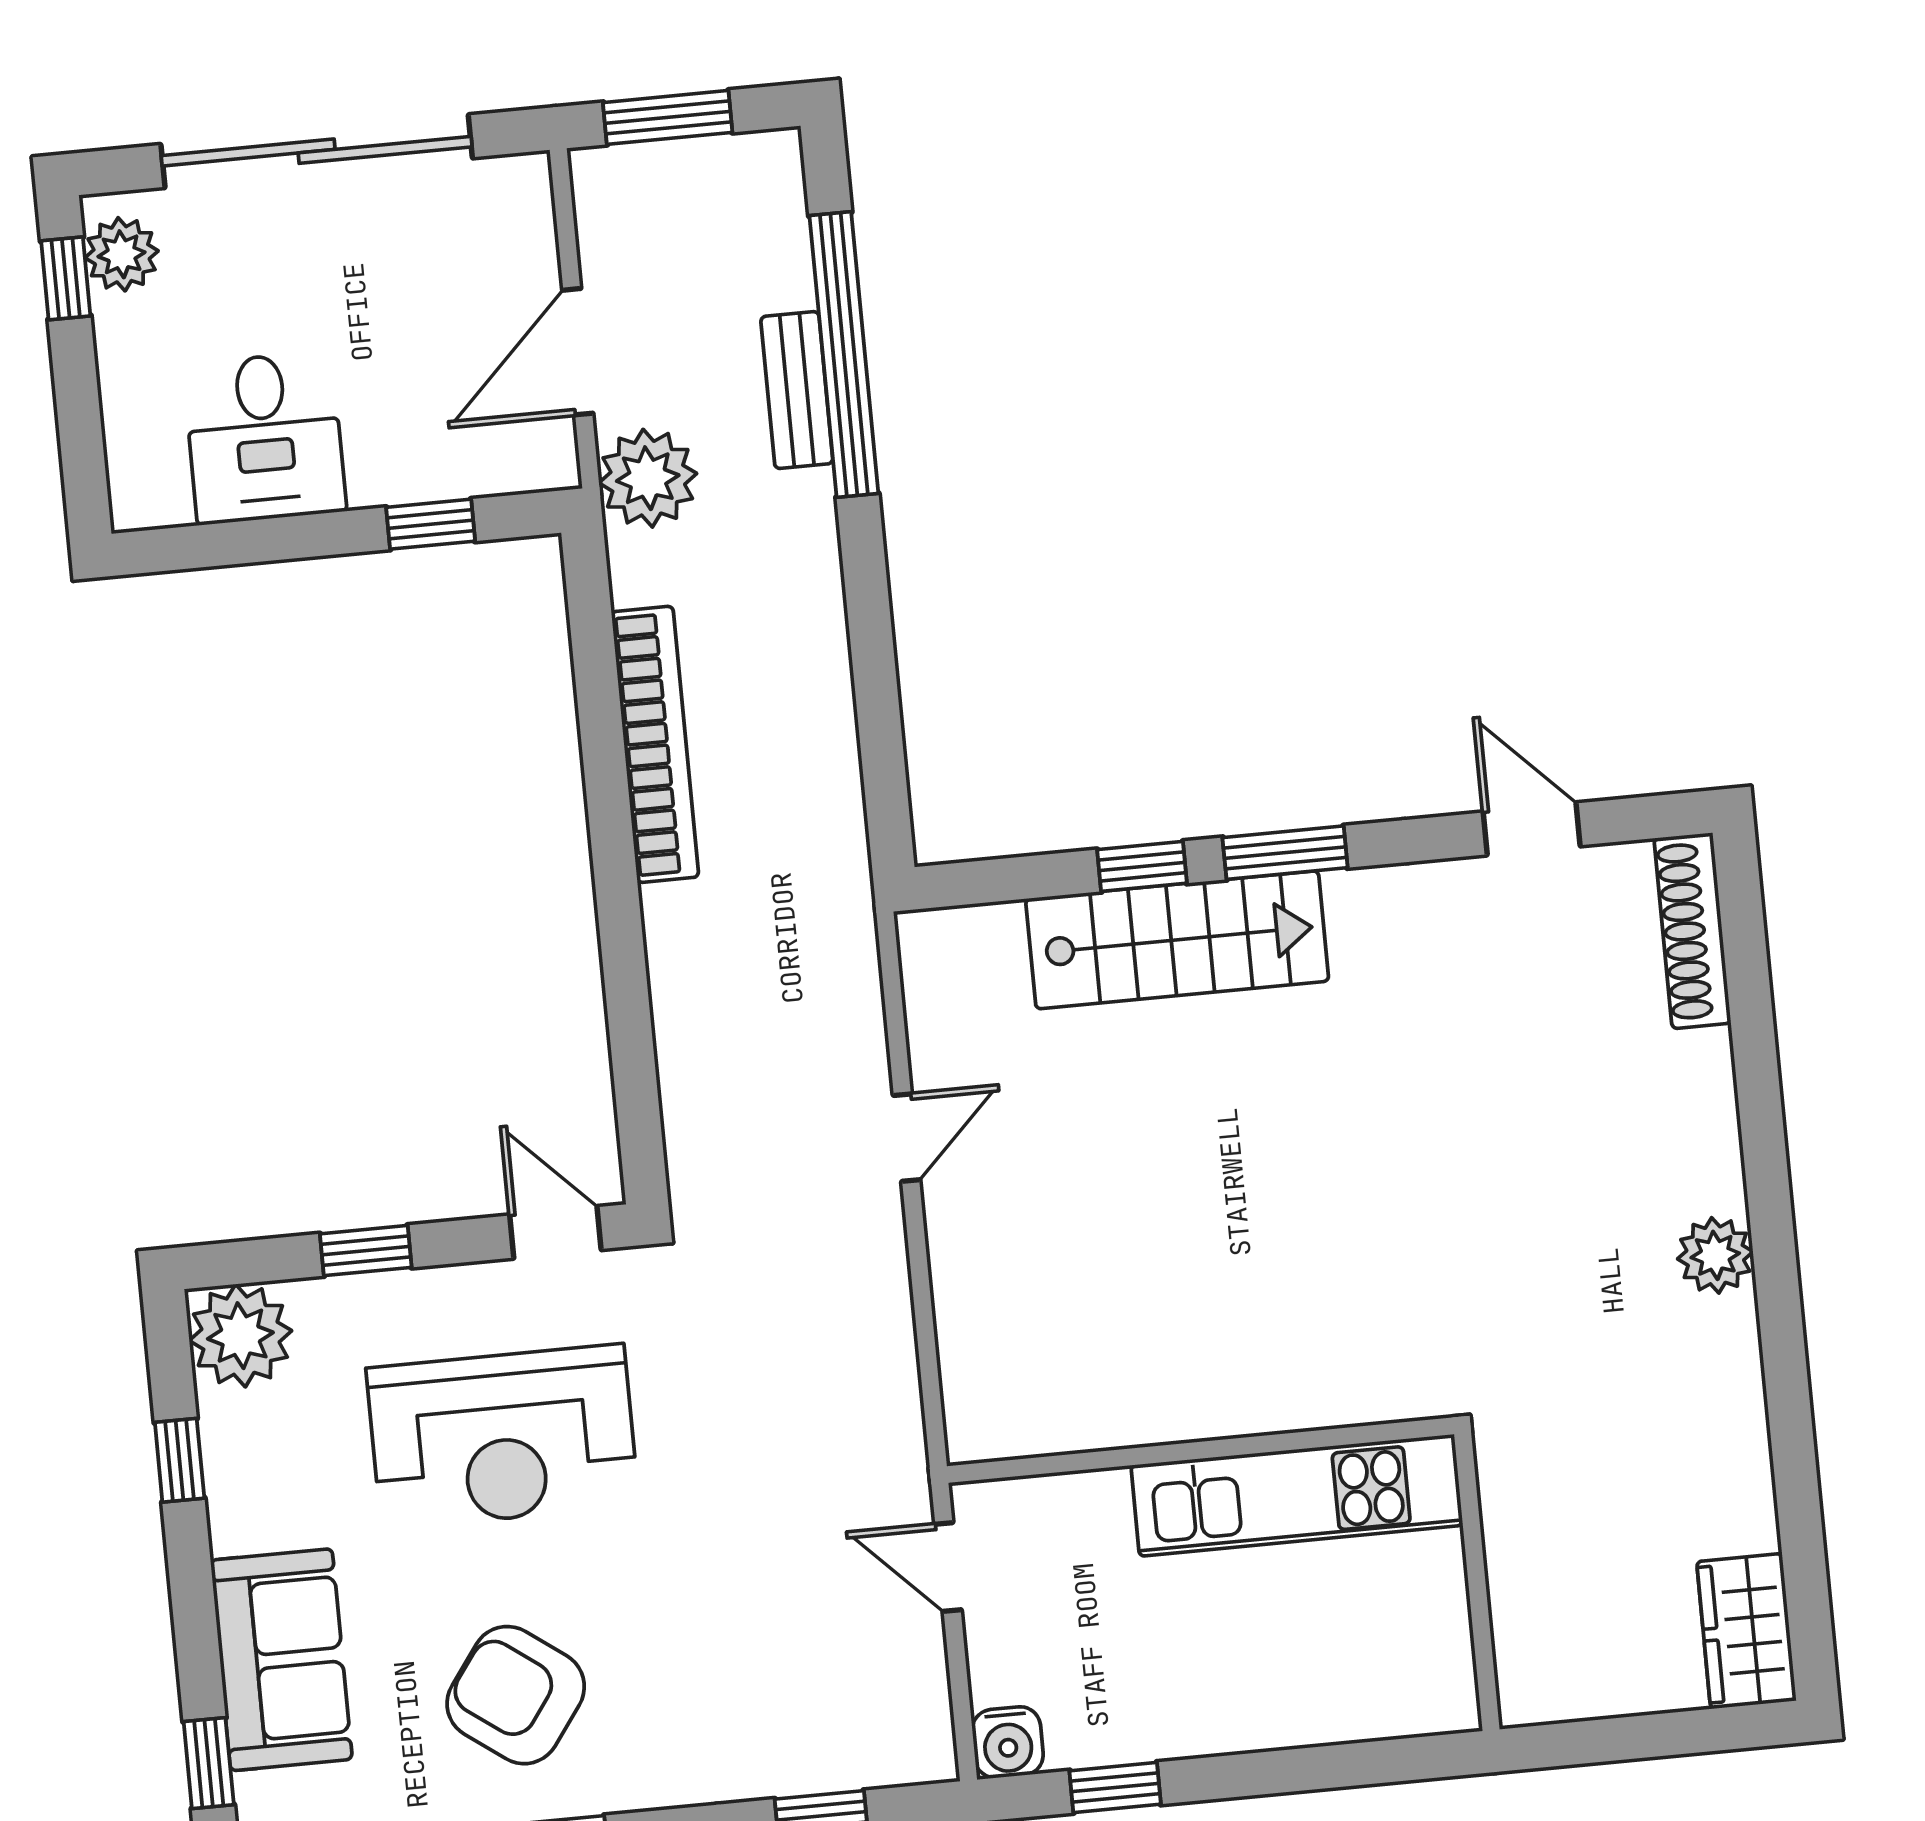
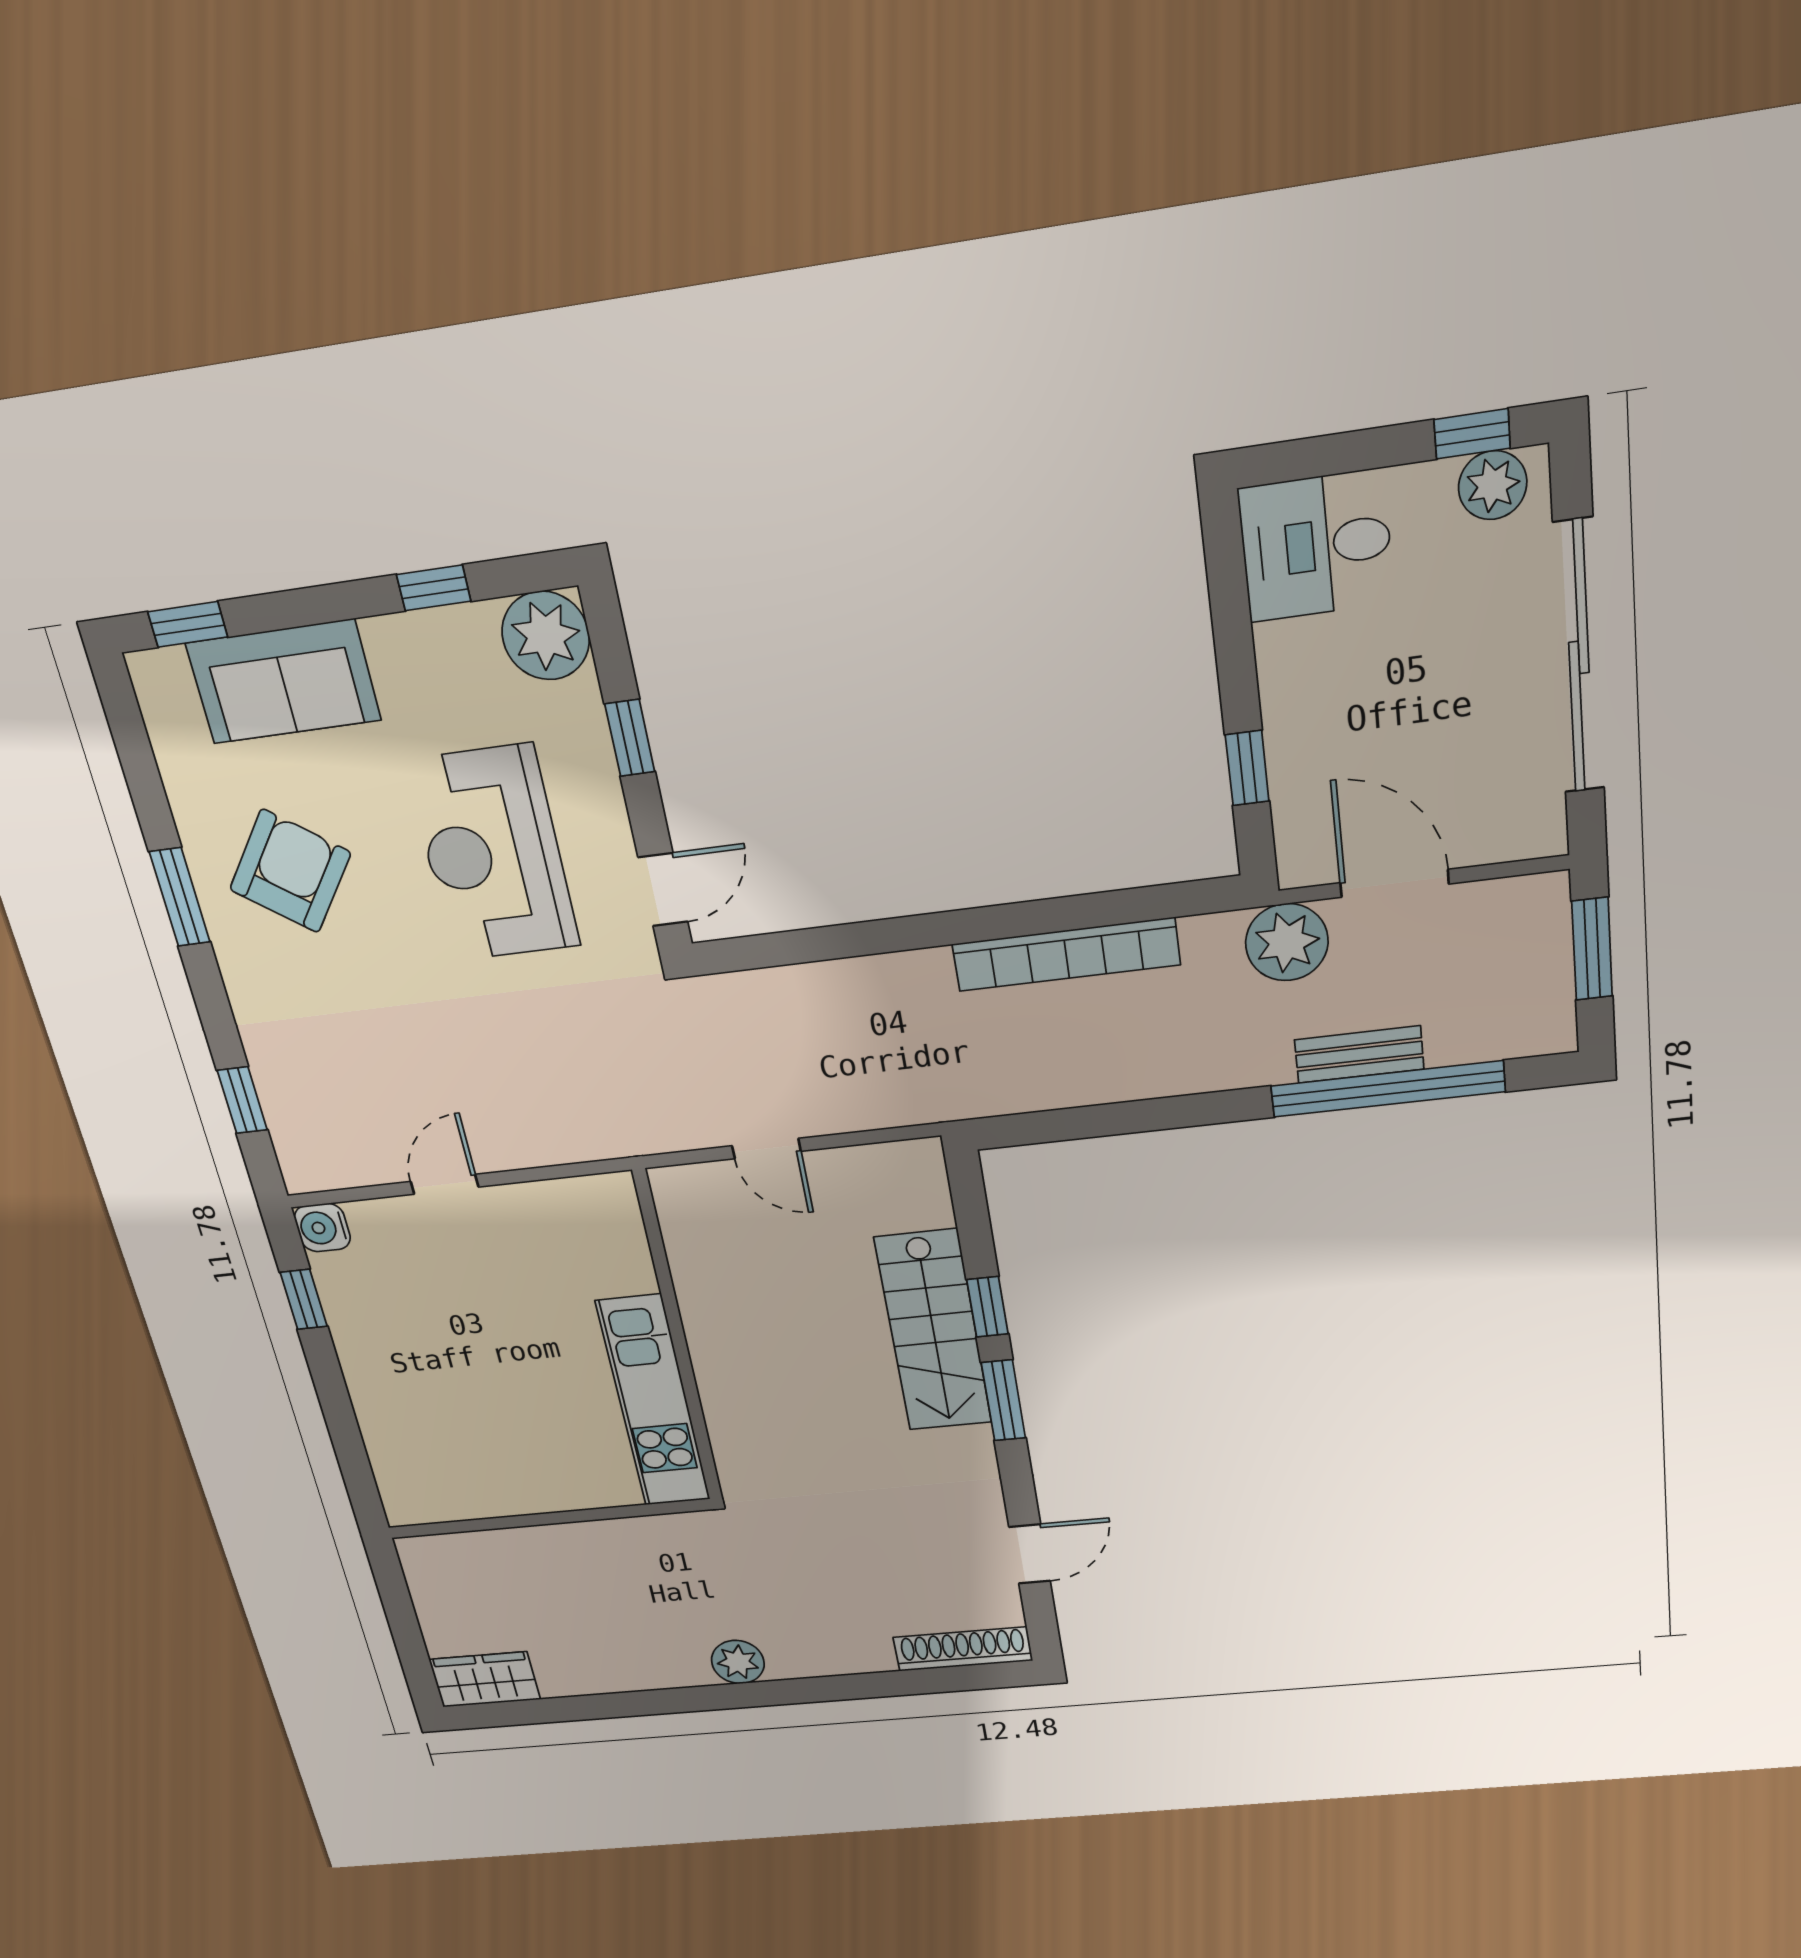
desk: (265, 438) -> (1316, 546), moved
wall: (1200, 1450) -> (678, 1339), moved
kitchen unit: (1297, 1495) -> (653, 1402), moved

